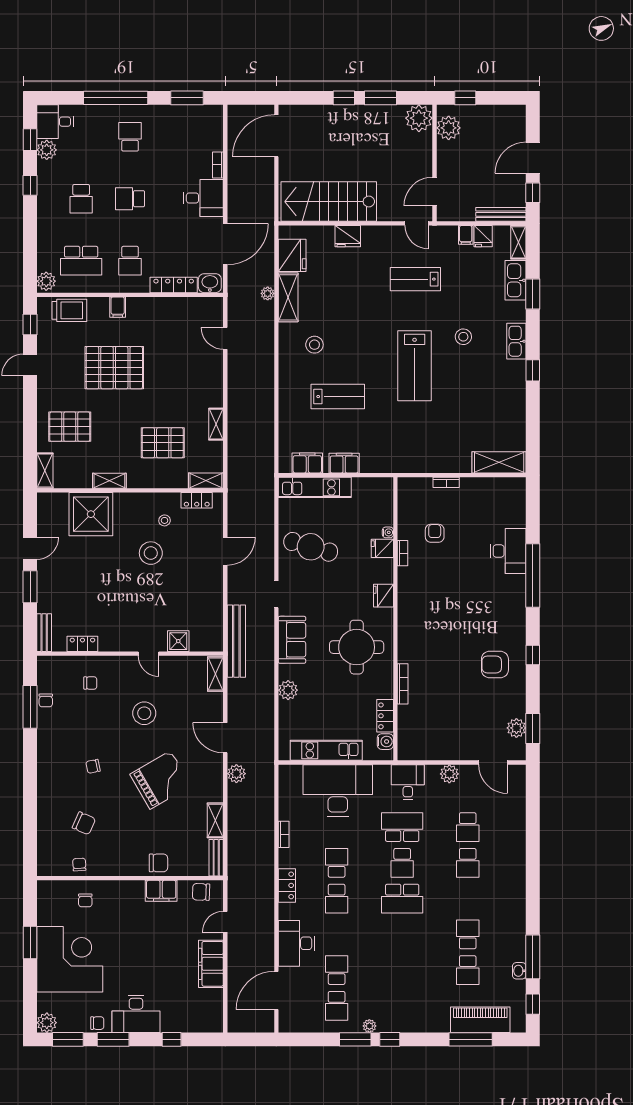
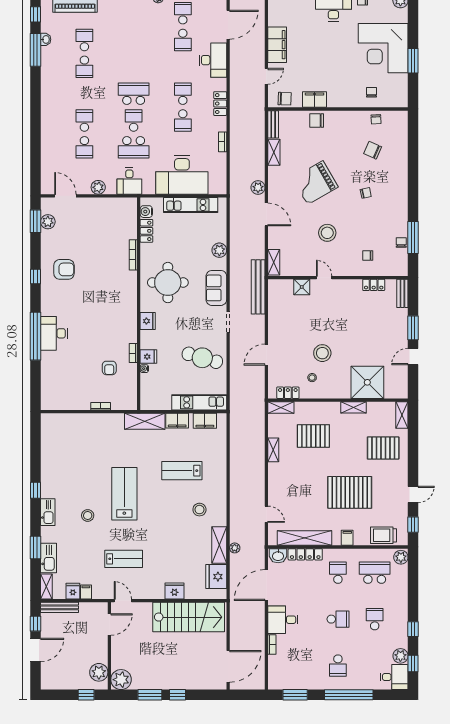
shelving: (175, 307) -> (304, 538), added
shelving: (499, 462) -> (145, 421), moved
desk: (508, 551) -> (54, 333), moved
school desk: (468, 827) -> (84, 147), turned 180

